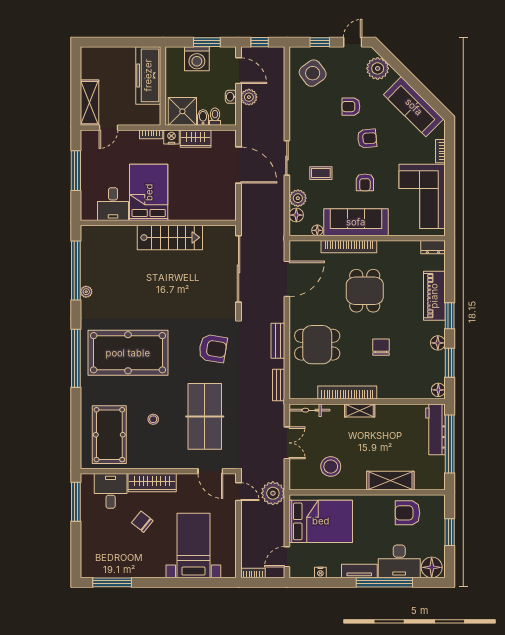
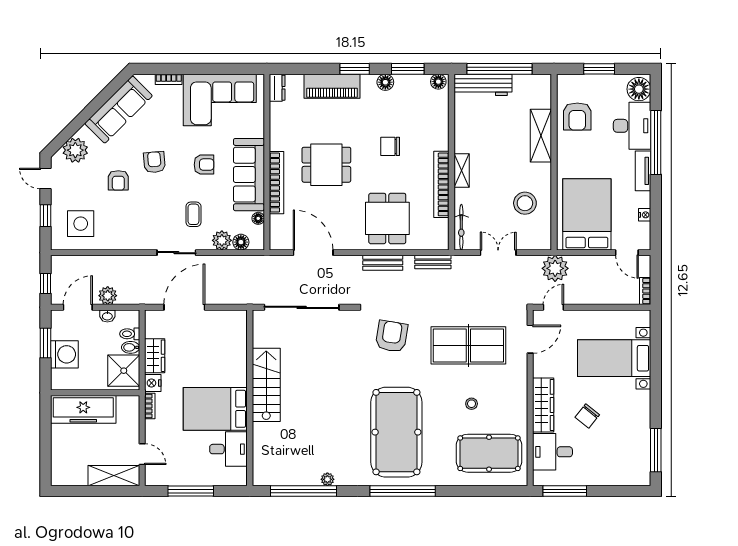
side table: (313, 73) -> (81, 224), turned 36

